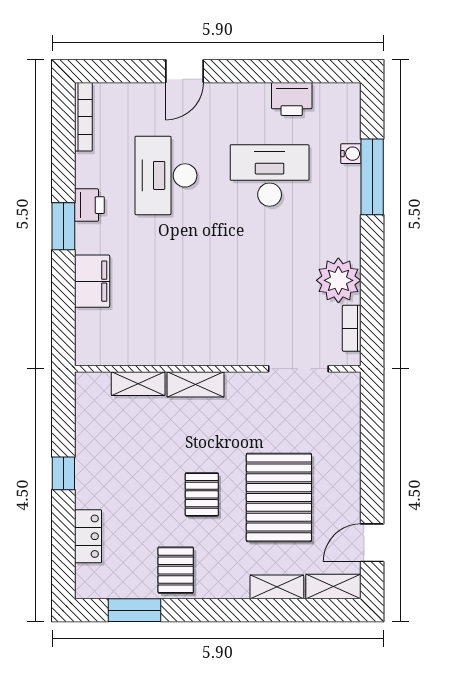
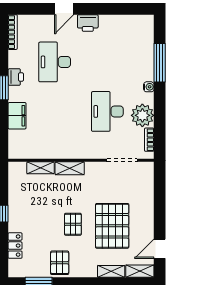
printer: (292, 99) -> (88, 23), moved
water cooler: (351, 154) -> (149, 87), moved
desk: (270, 175) -> (107, 111), moved, turned -90

